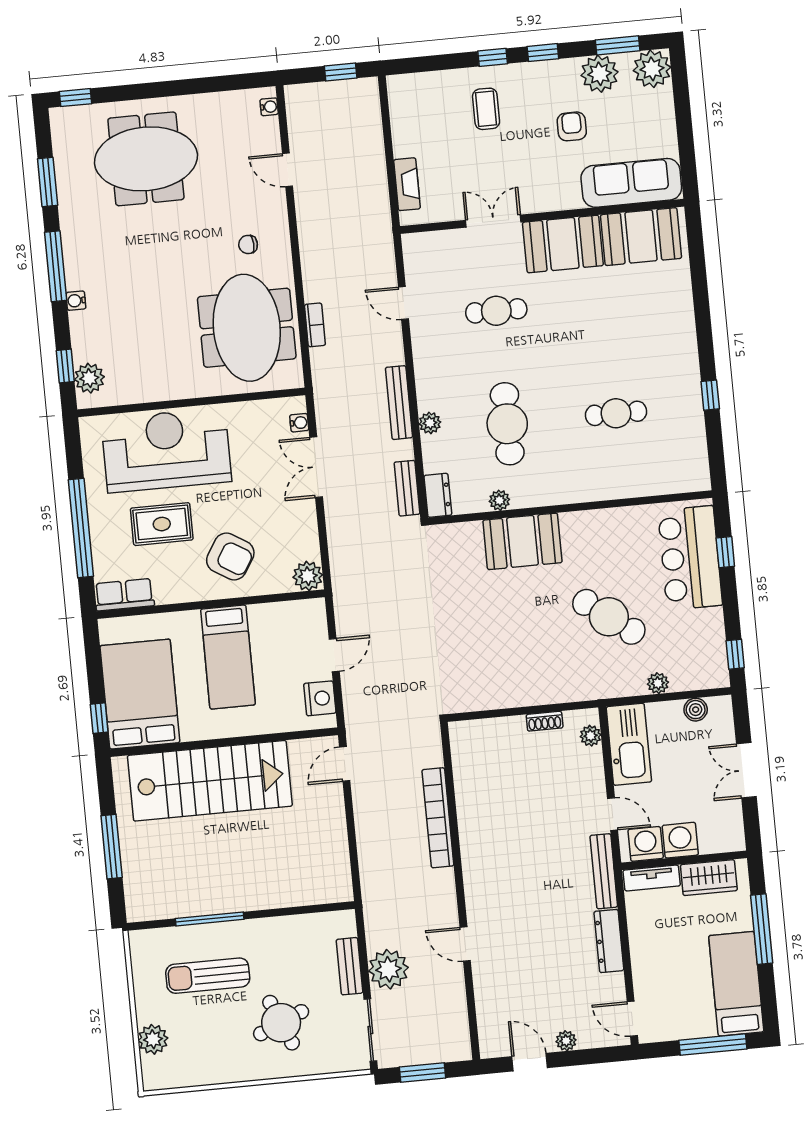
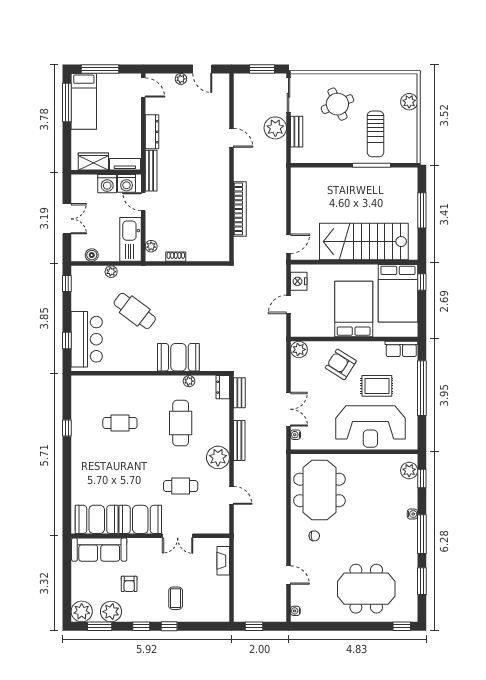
bookcase: (315, 325) -> (282, 488), removed
plant: (430, 423) -> (218, 457), moved, width x1.88, depth x1.88
bed: (228, 657) -> (354, 309), width x1.50
window: (762, 929) -> (67, 103), moved
sun lounger: (208, 976) -> (376, 134), turned 90

